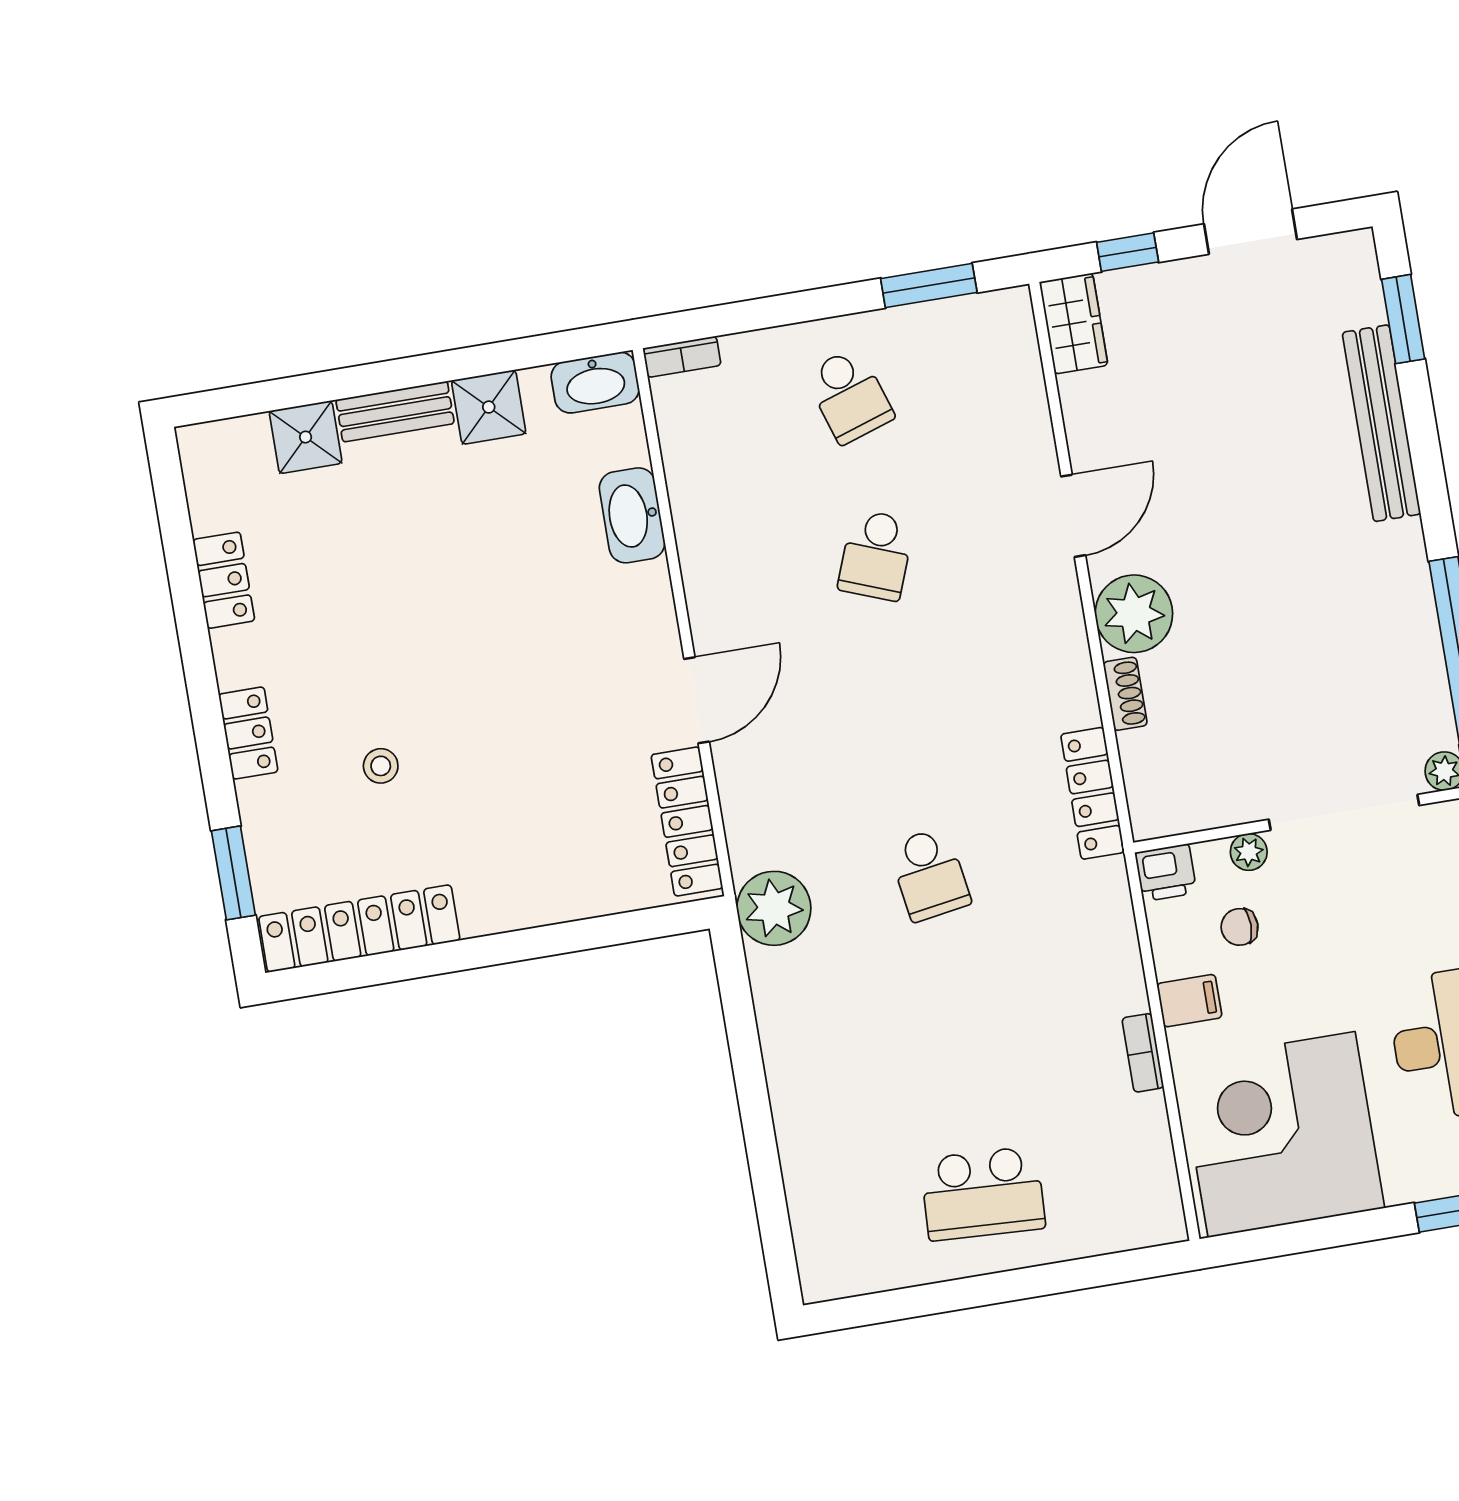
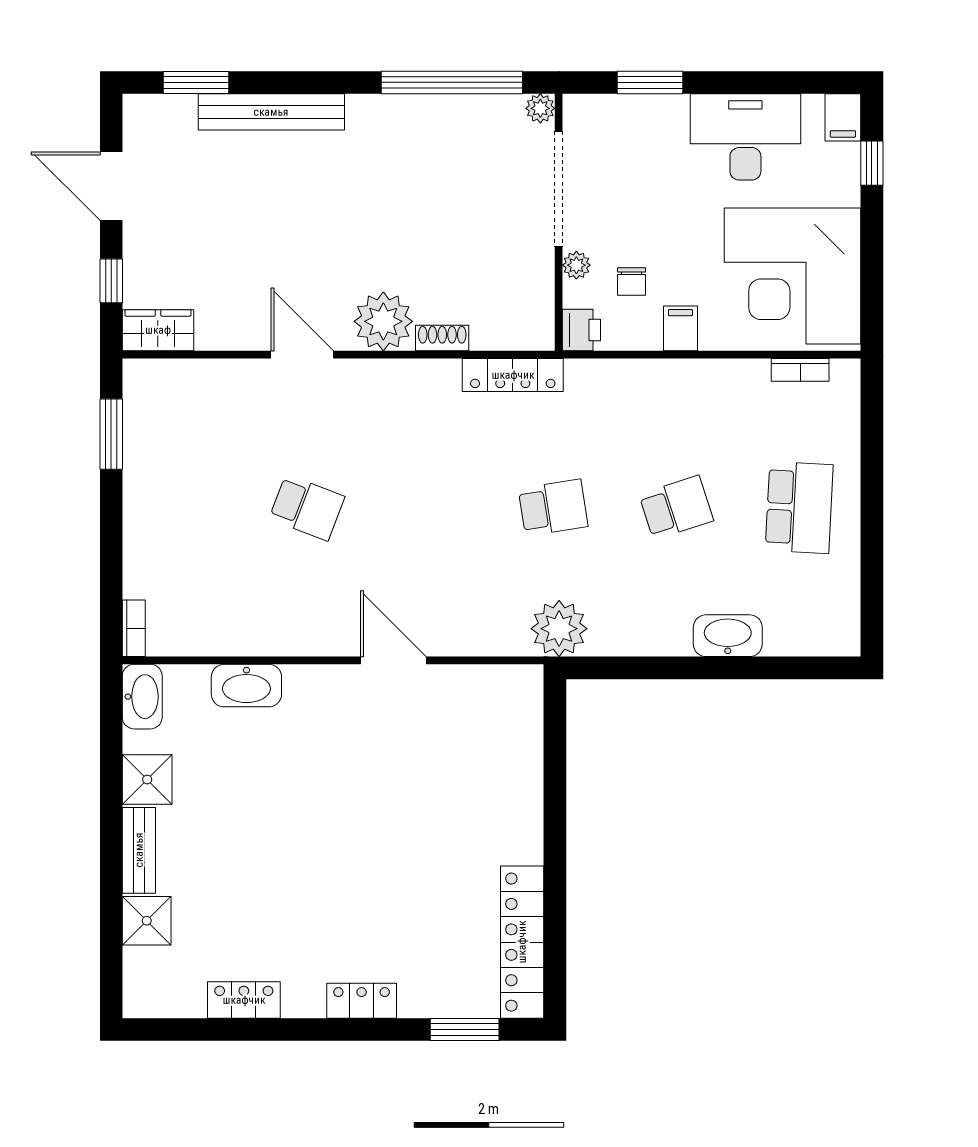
school desk: (849, 396) -> (676, 508), moved
stool: (381, 766) -> (403, 906), removed
locker: (687, 821) -> (483, 683), removed
bookcase: (1143, 1053) -> (800, 370), moved
washbasin: (801, 1129) -> (728, 636), added

